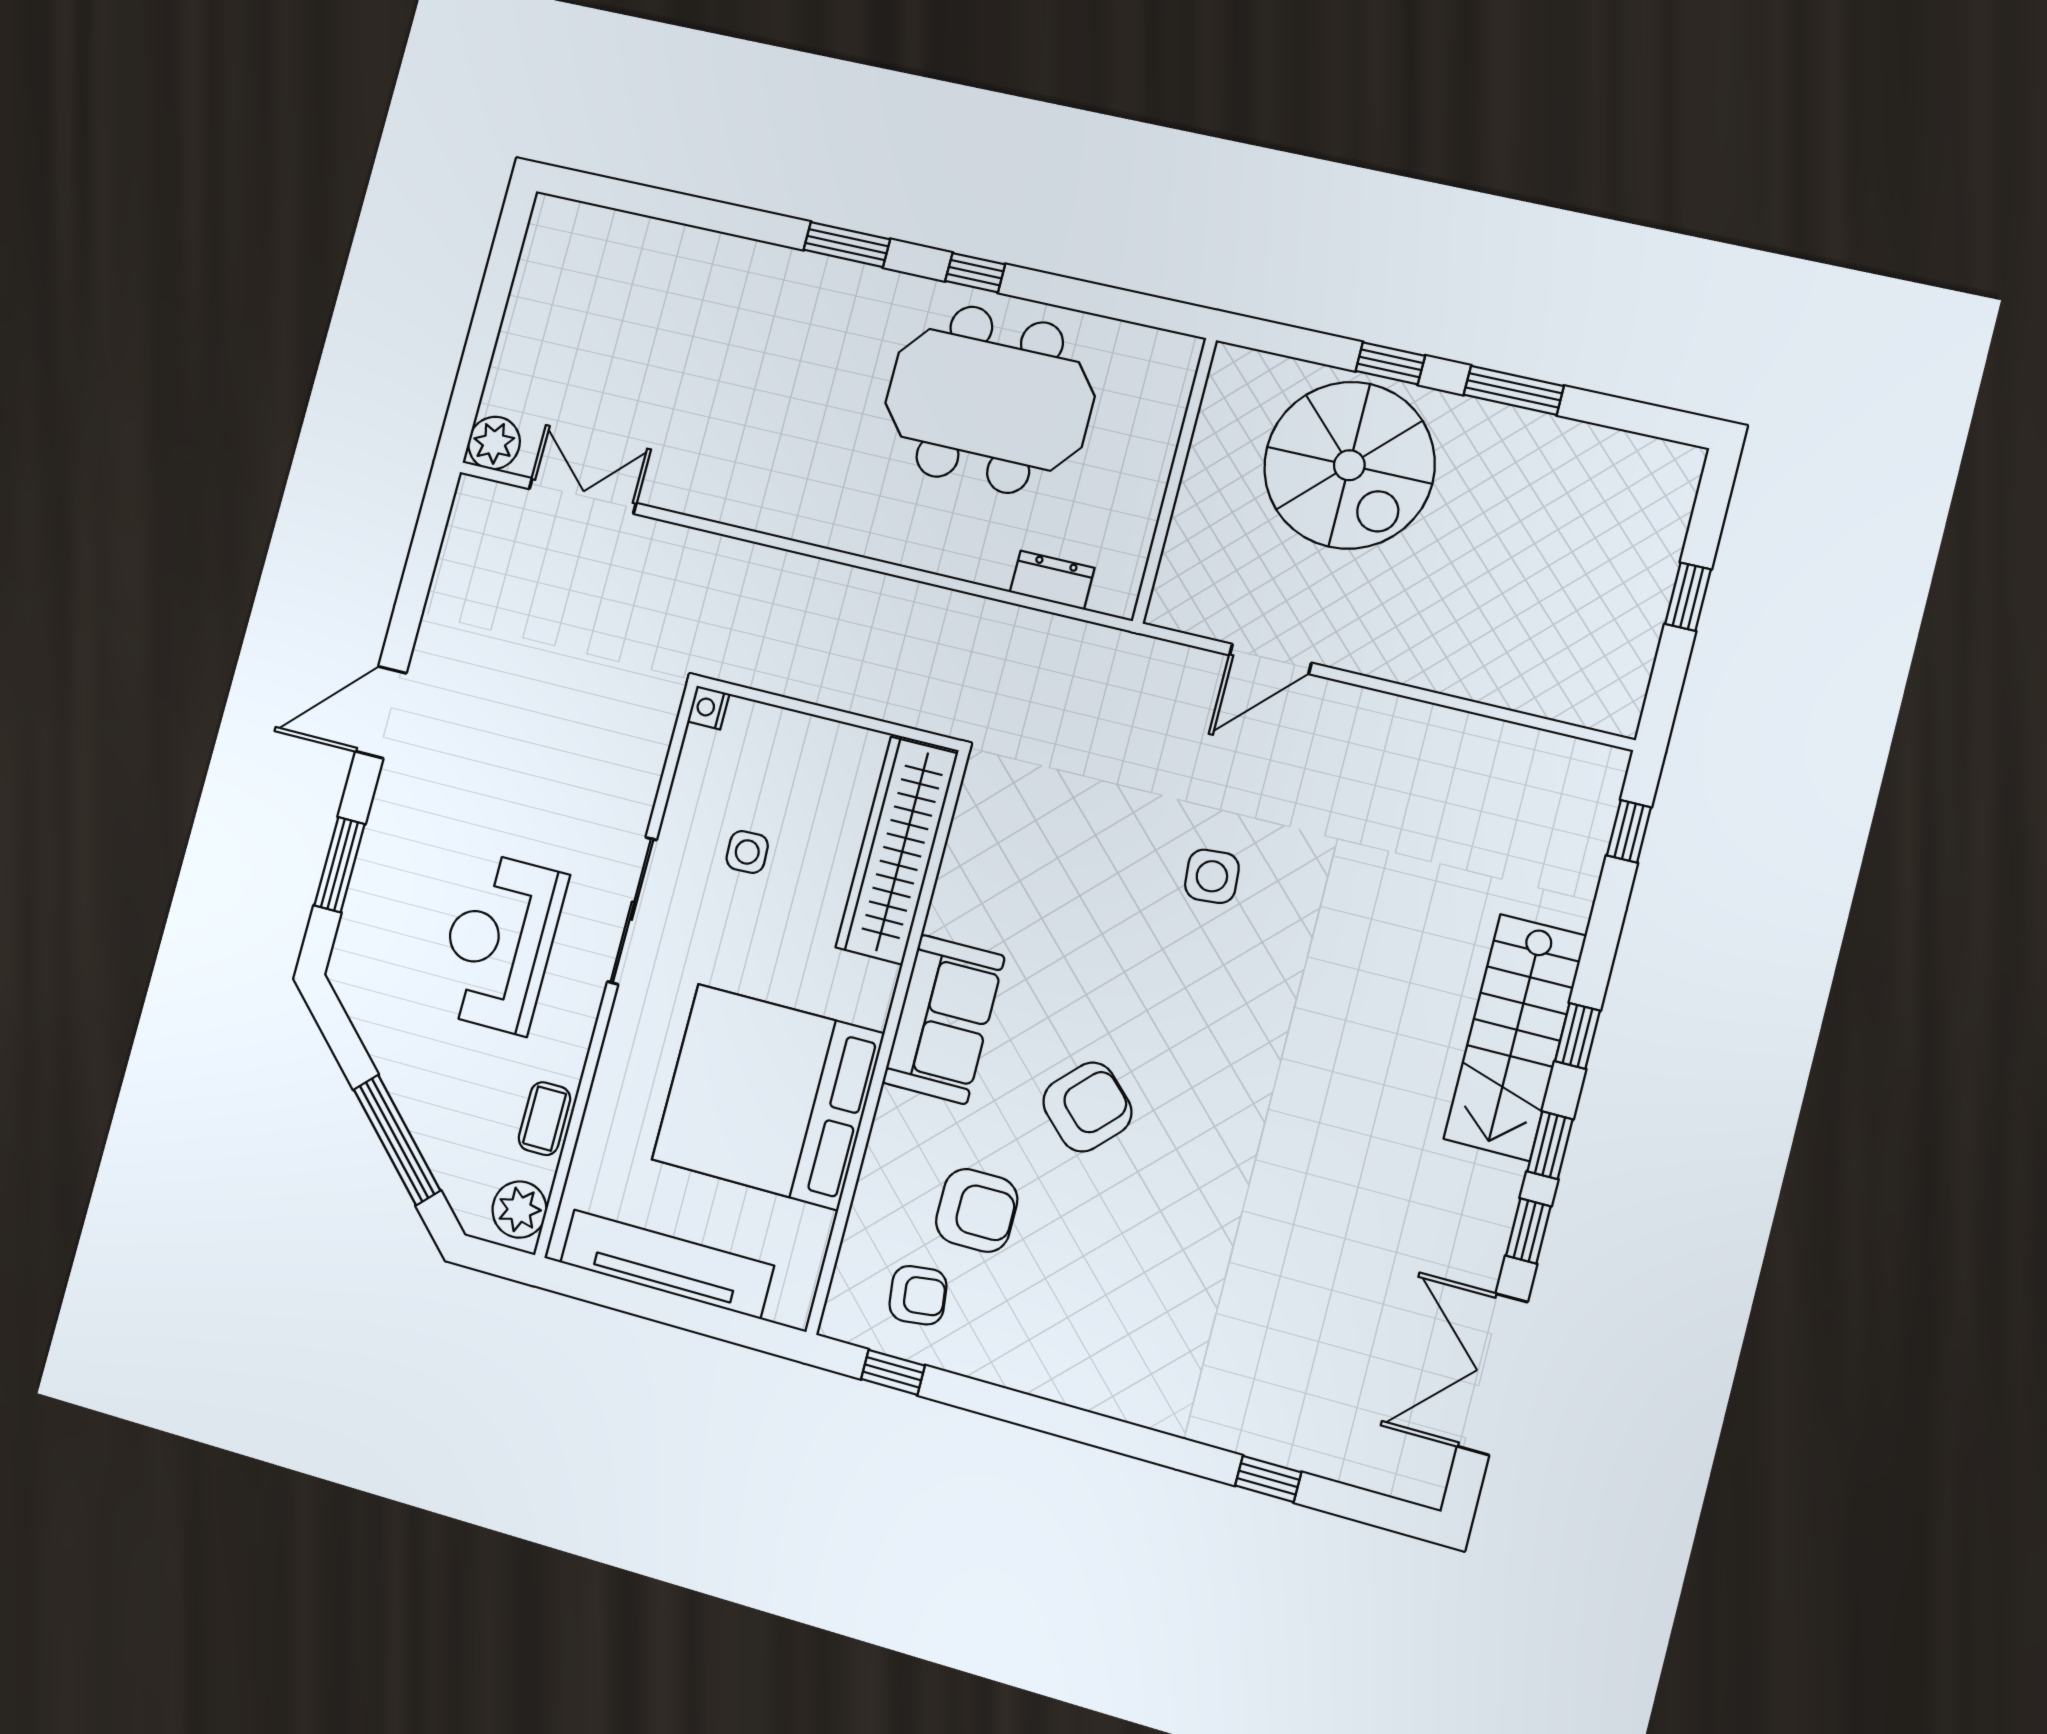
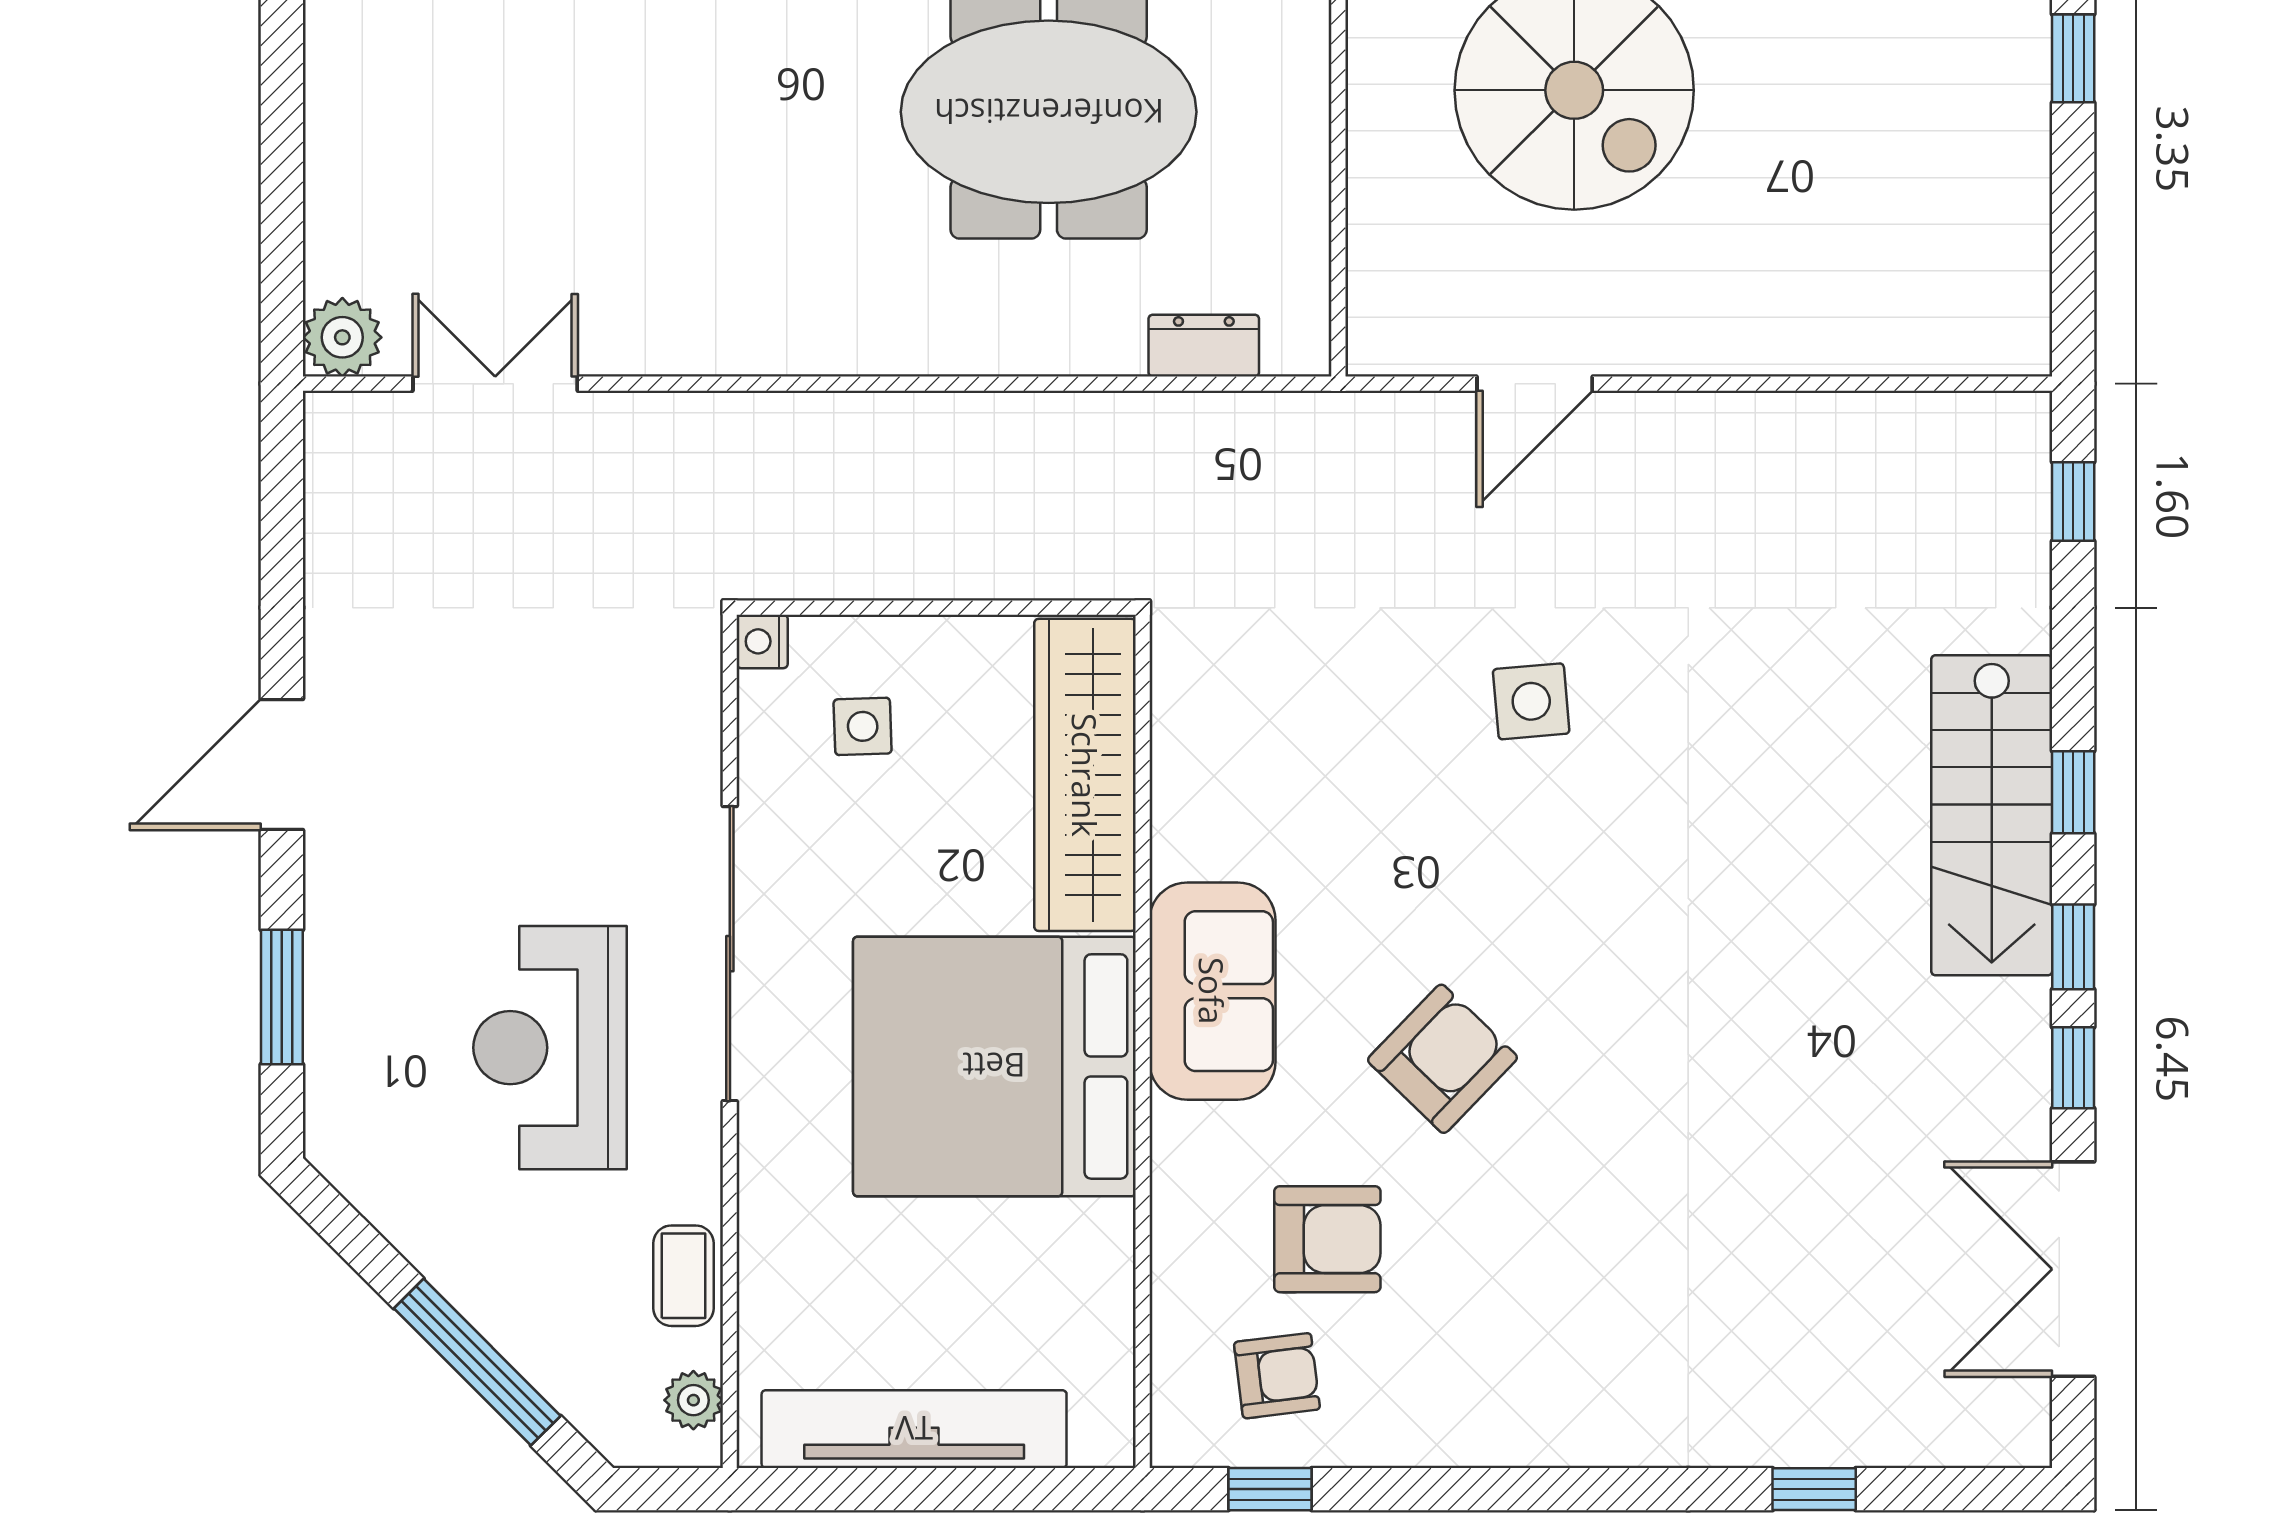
window: (1688, 597) -> (2073, 58), moved
side table: (747, 852) -> (863, 726), moved
sliding door: (632, 911) -> (730, 954), width x1.36
bed: (768, 1097) -> (994, 1066), moved
plant: (519, 1210) -> (693, 1400), width x0.73, depth x0.73

